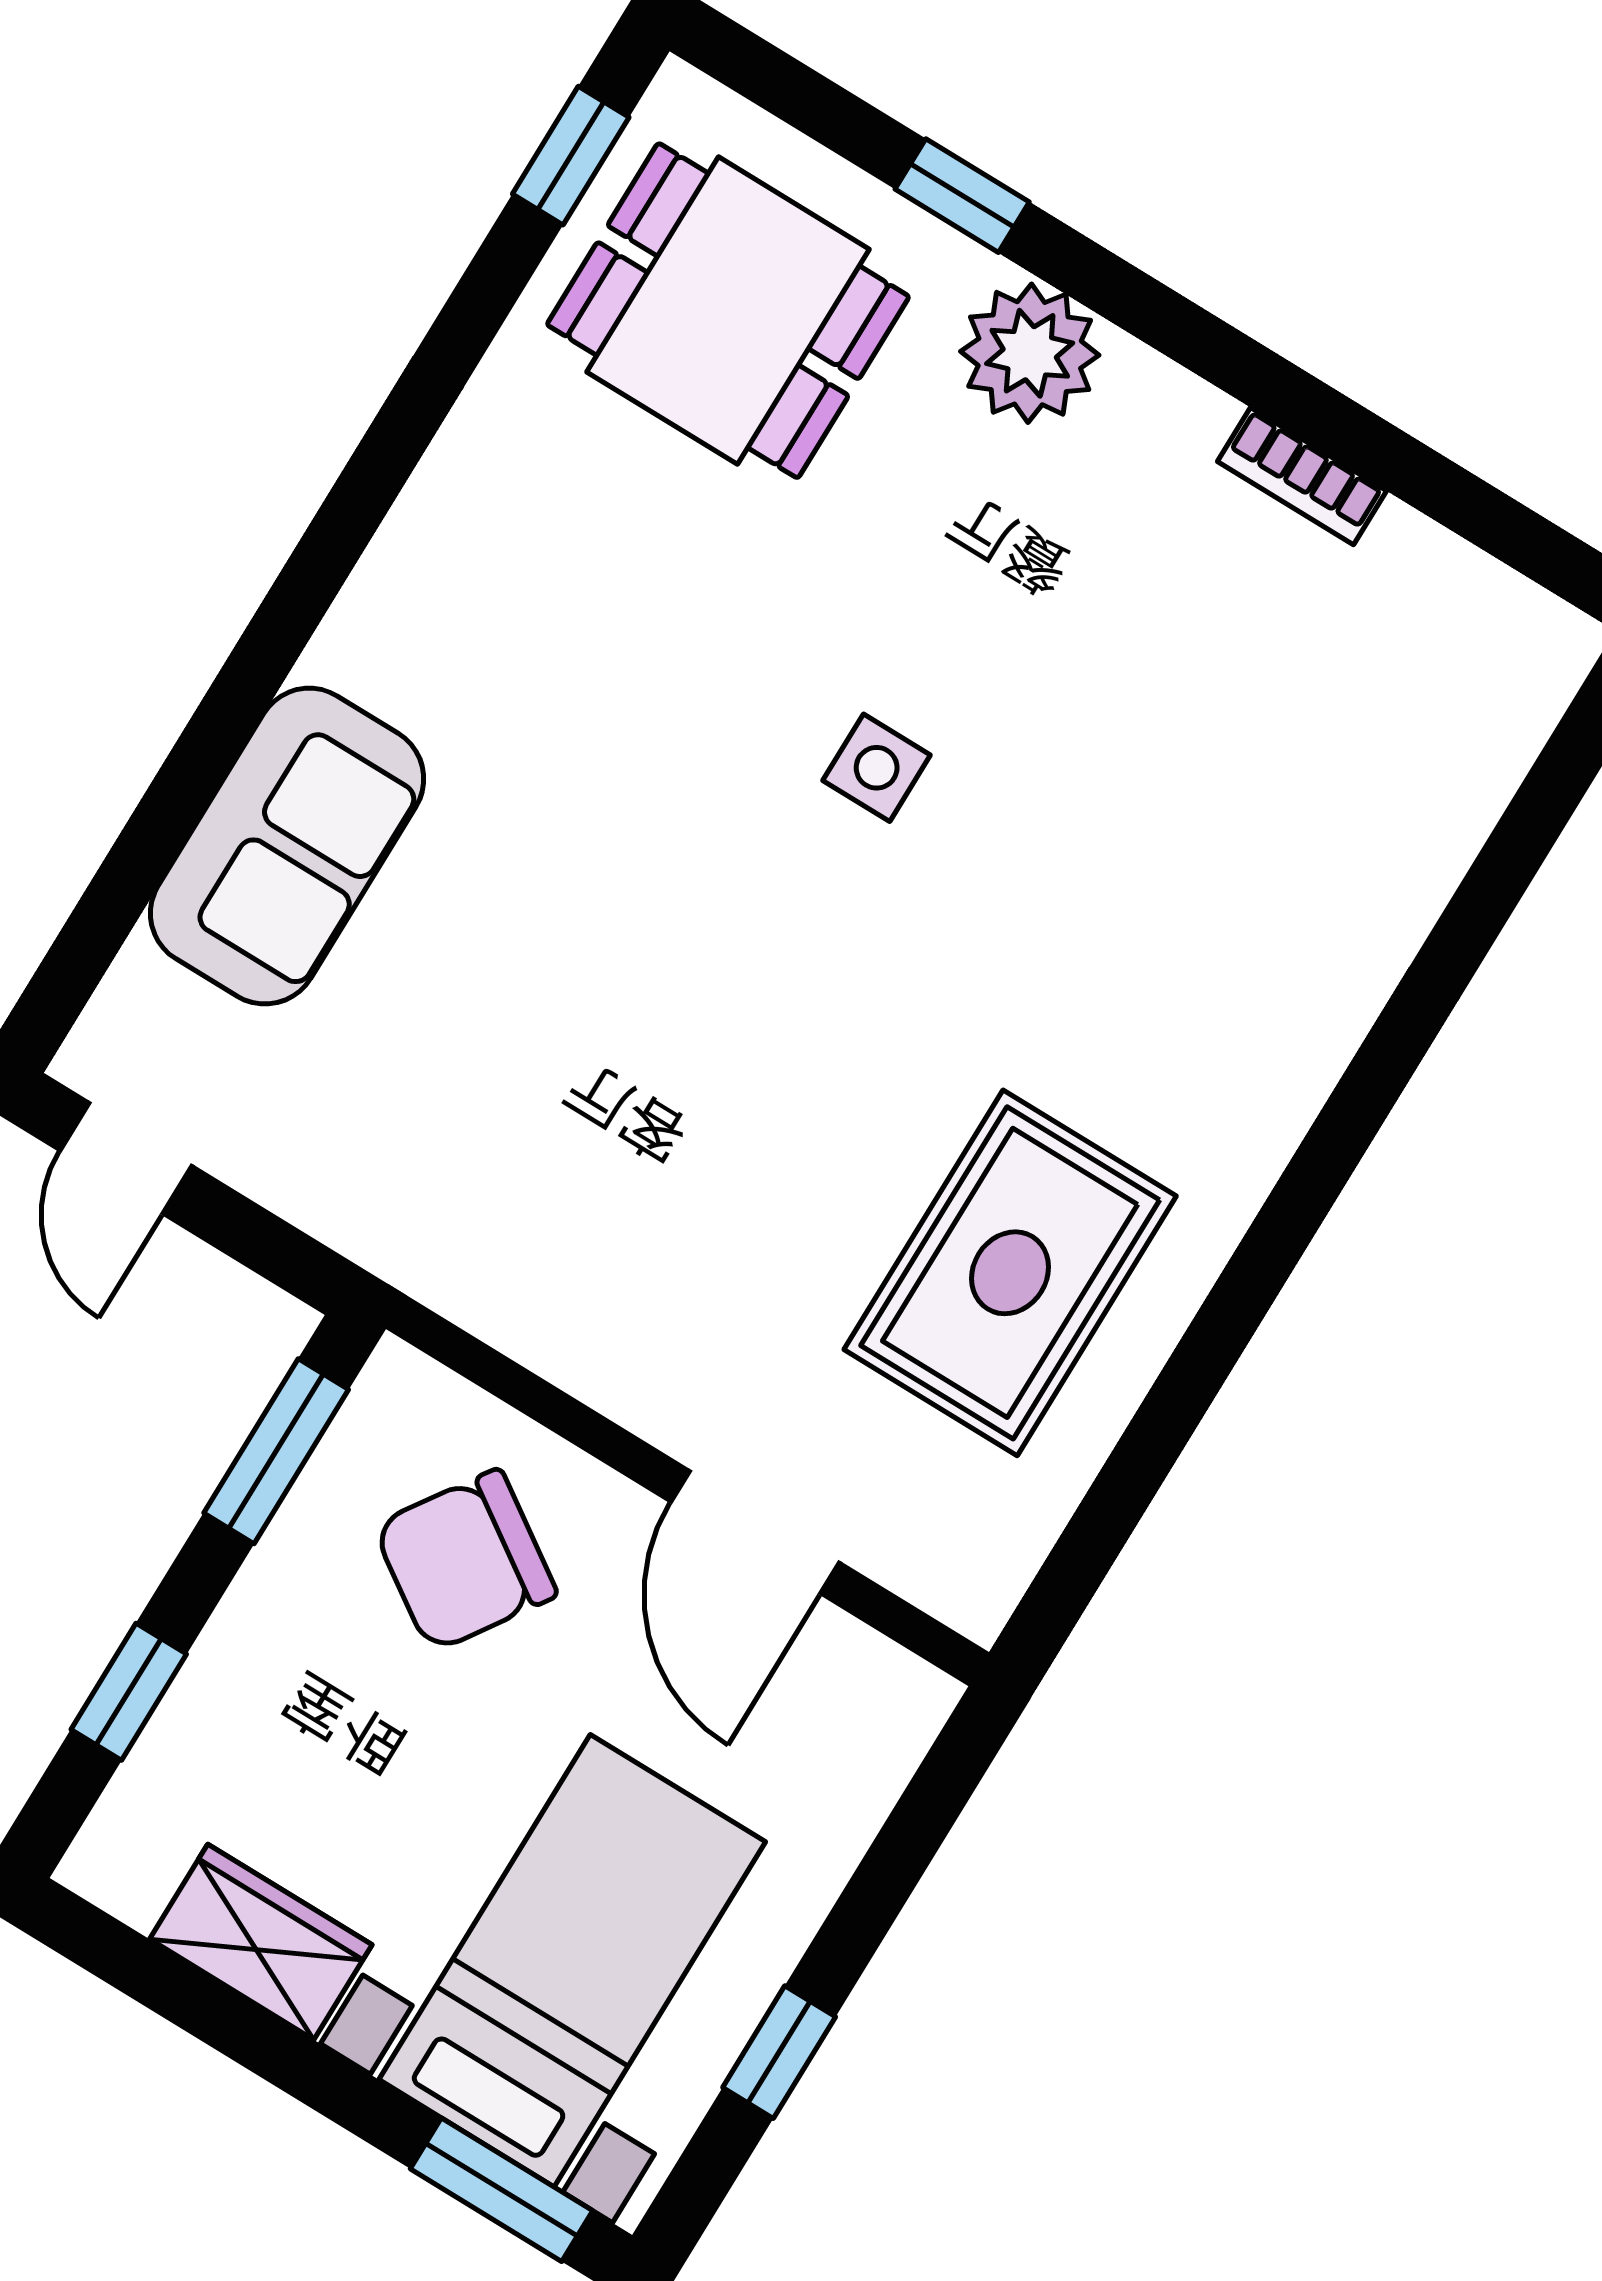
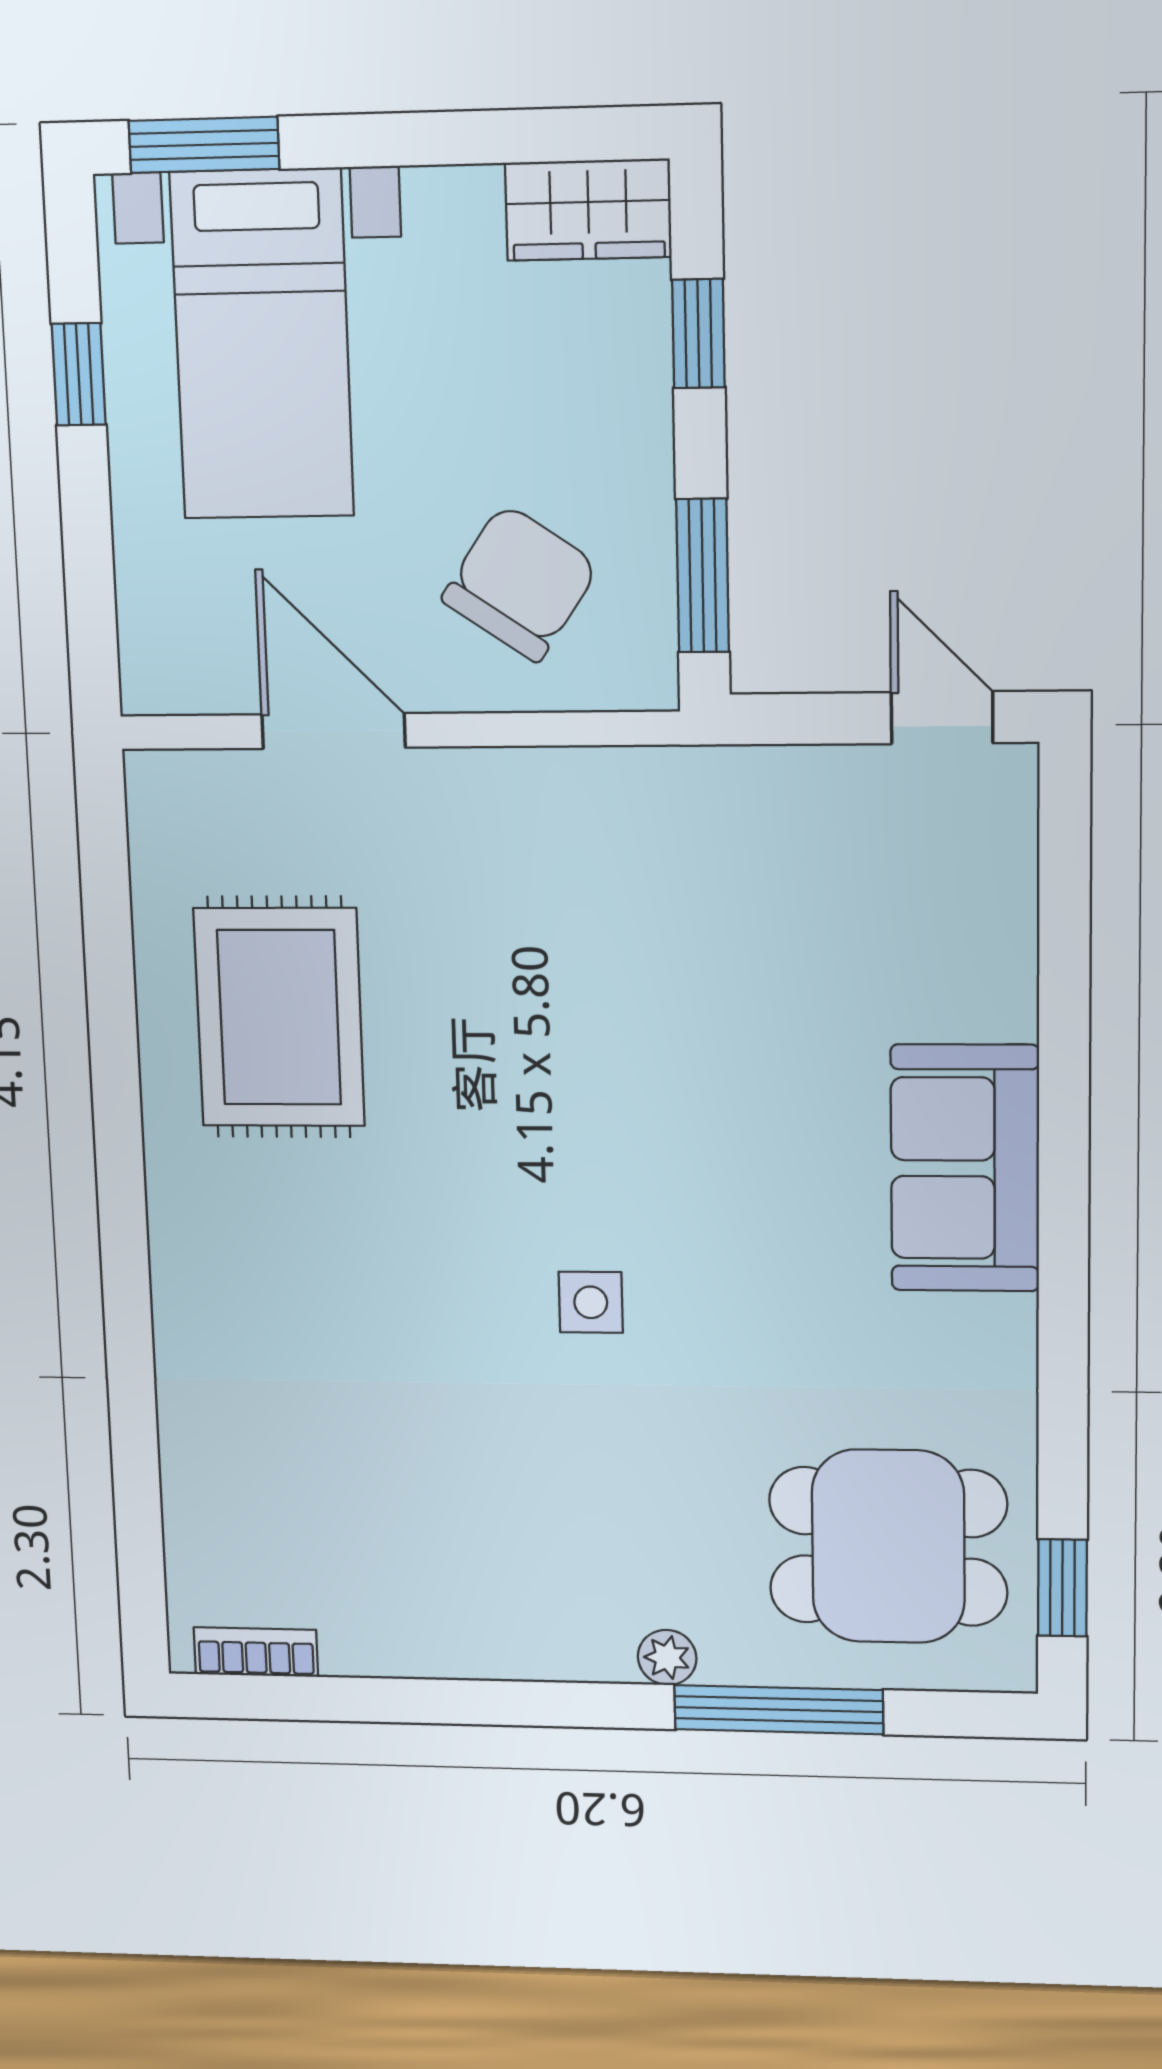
window: (962, 196) -> (779, 1710), width x2.17
plant: (1030, 353) -> (667, 1657), width x0.53, depth x0.53
bookcase: (1302, 476) -> (256, 1652), moved
sofa: (287, 846) -> (965, 1168), moved
wardrobe: (261, 1942) -> (588, 210), moved

